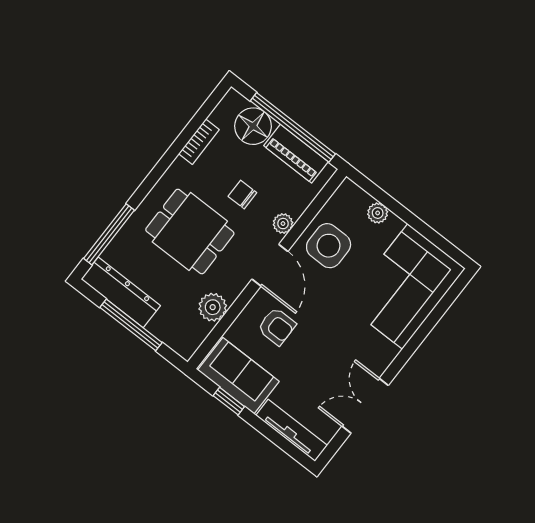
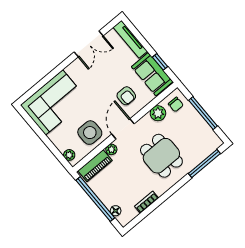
floor lamp: (253, 126) -> (116, 211), width x0.53, depth x0.53
piano: (296, 154) -> (95, 166), moved, turned 90
chair: (242, 195) -> (176, 104), moved
plant: (378, 213) -> (69, 155), moved
dresser: (121, 292) -> (205, 131), removed
armchair: (277, 326) -> (126, 96), turned 180

